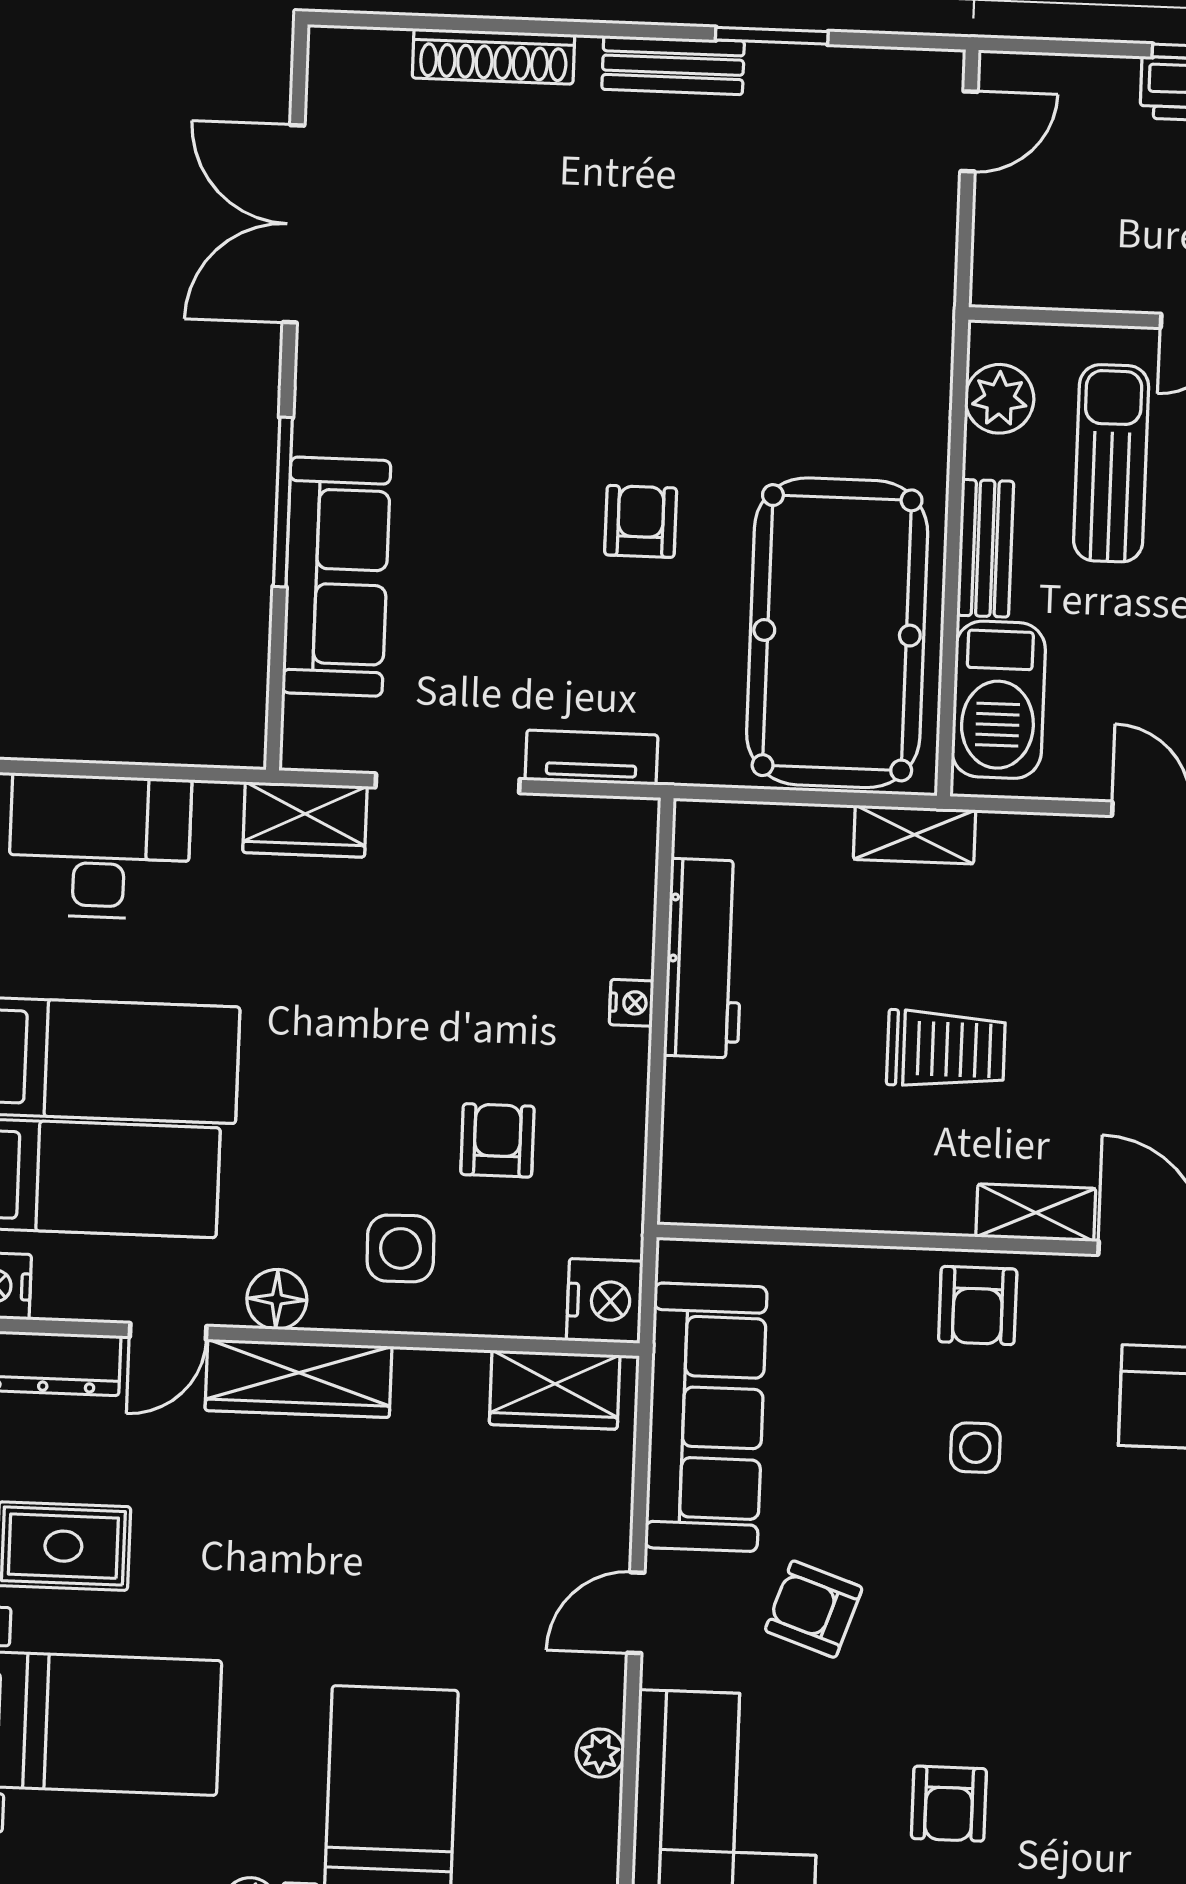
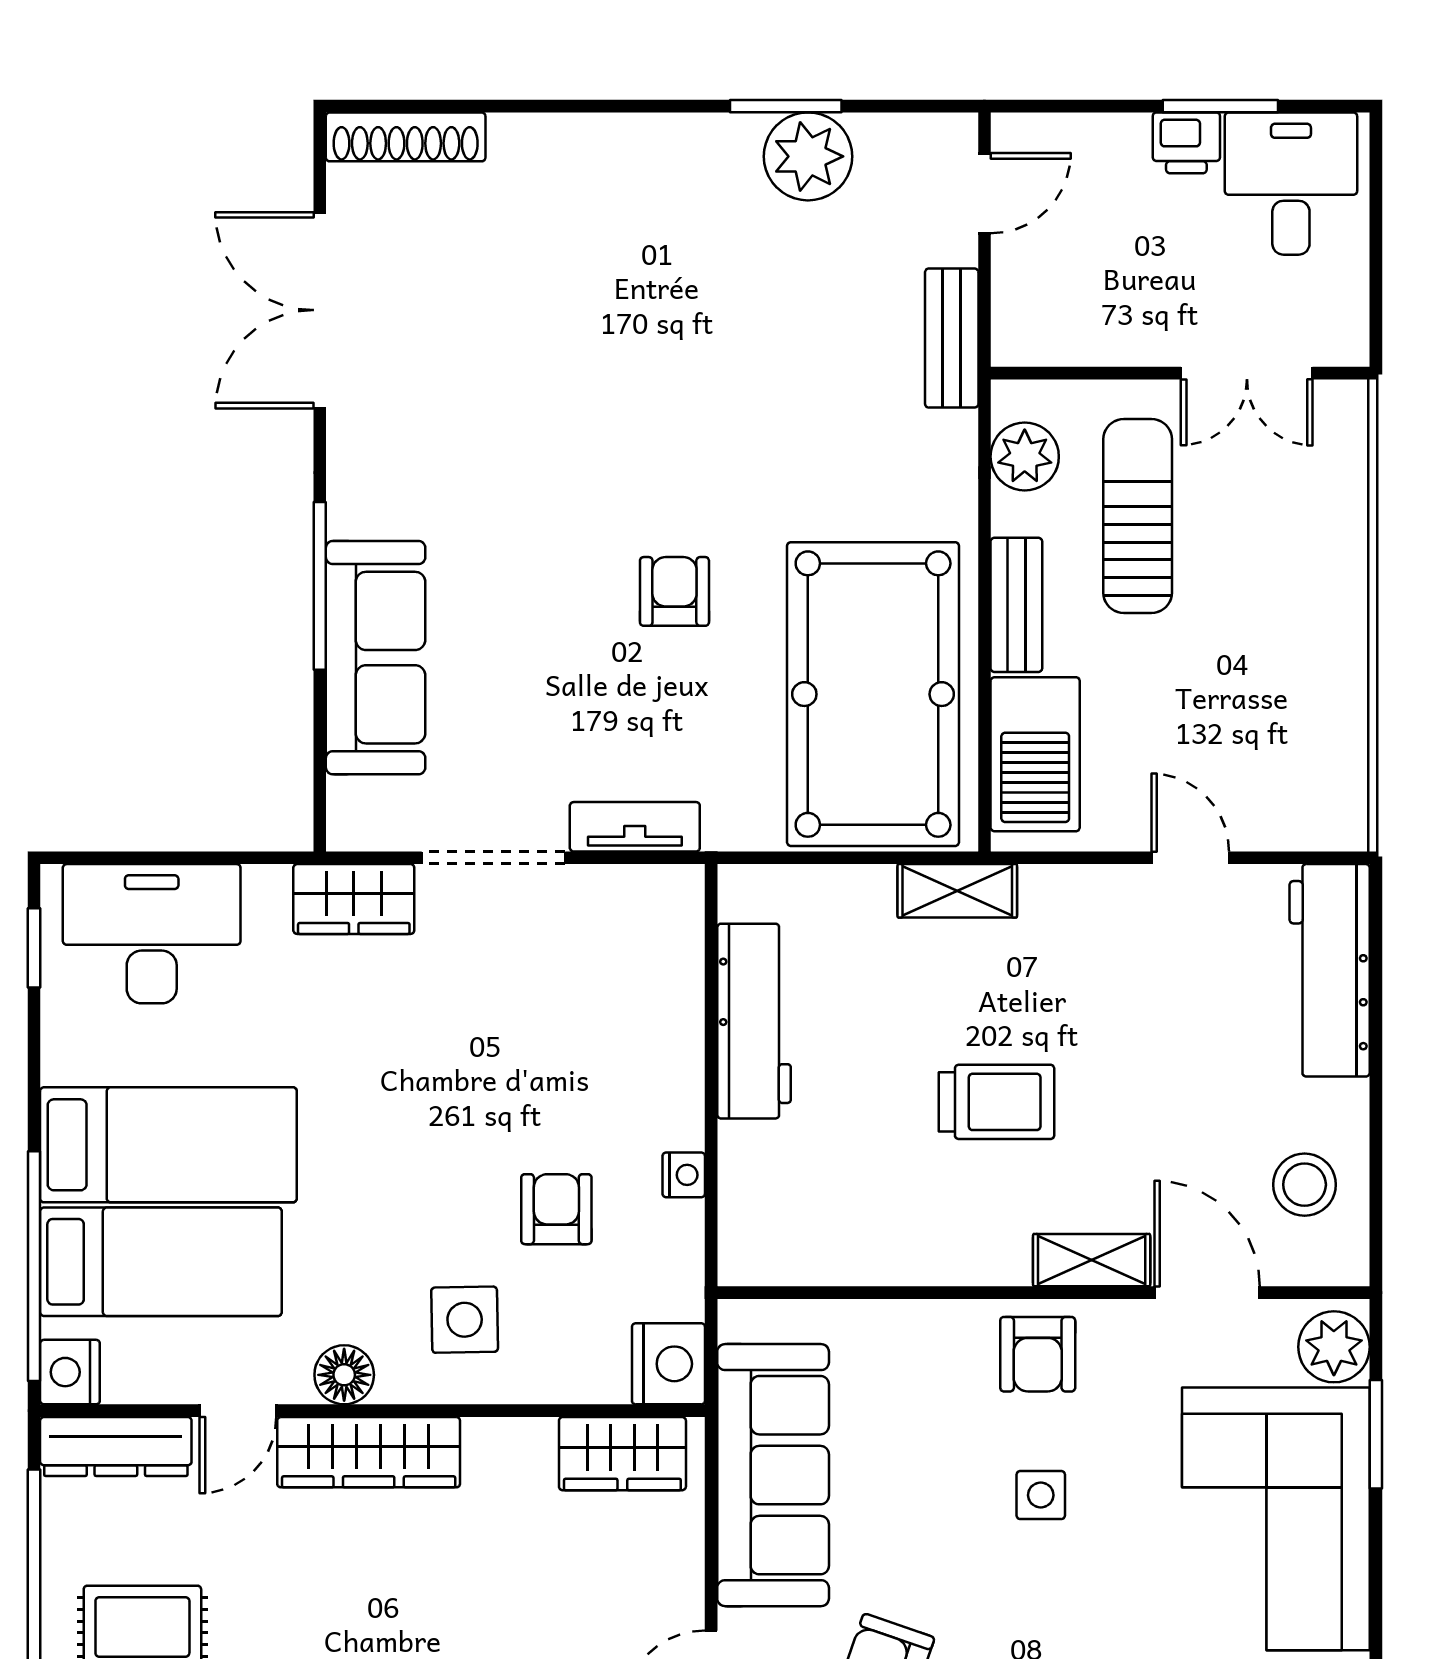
shoe rack: (494, 56) -> (406, 137), moved
bench: (673, 65) -> (952, 338), moved, turned 90
plant: (792, 87) -> (808, 156), added
nightstand: (631, 1003) -> (684, 1175), moved

